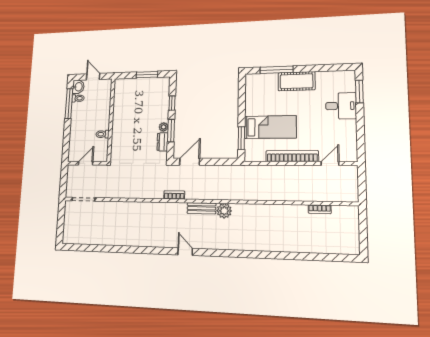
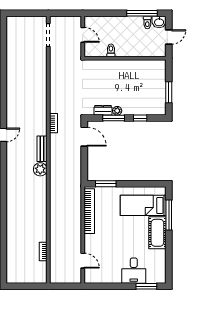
bed: (270, 127) -> (143, 205), moved, turned 90
bookcase: (292, 156) -> (89, 211), moved

